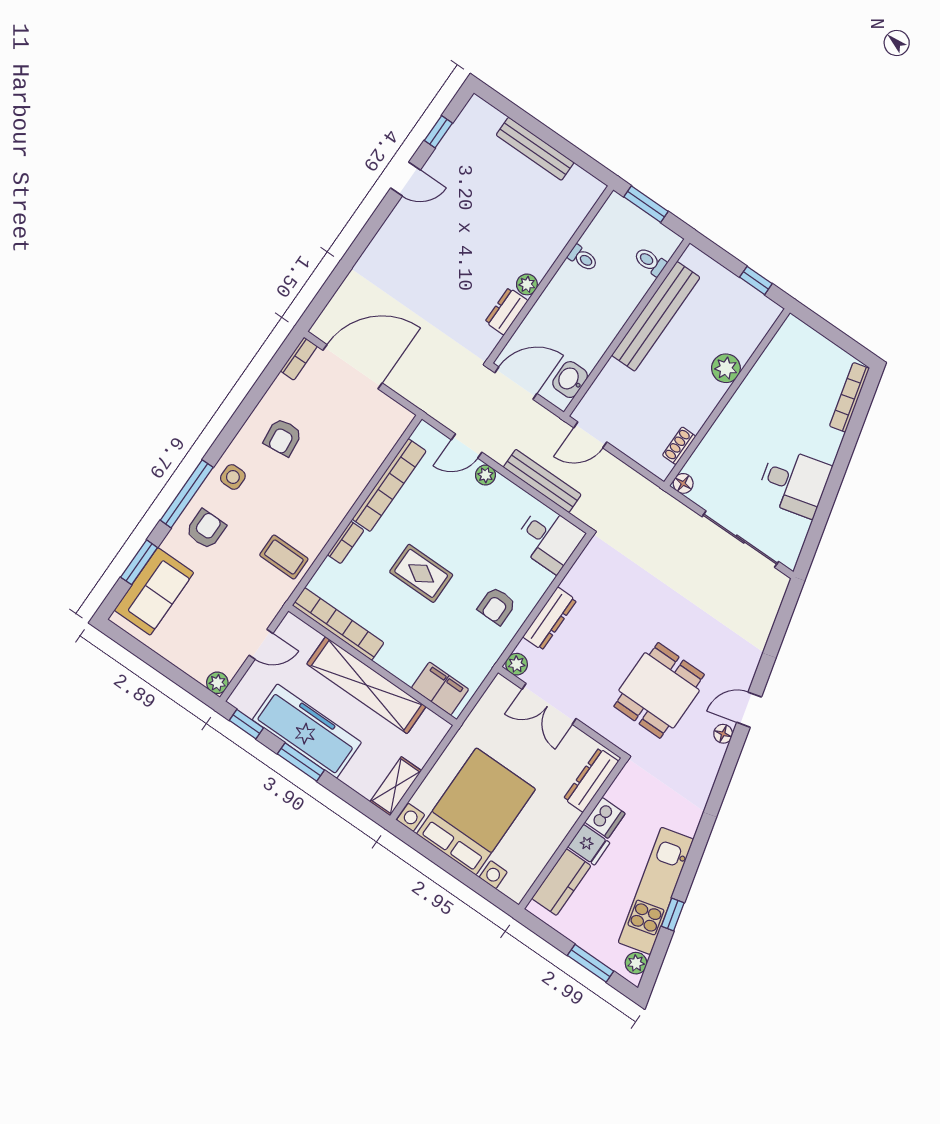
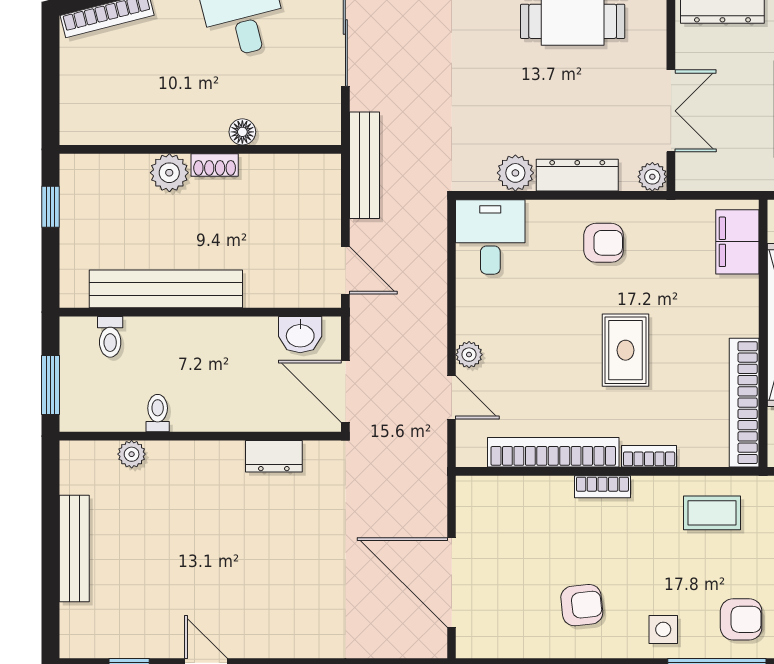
plant: (527, 284) -> (132, 454), moved
bookcase: (299, 359) -> (602, 487), moved, turned 180
shoe rack: (679, 446) -> (215, 165), moved
bench: (542, 481) -> (364, 165), moved
floor lamp: (683, 483) -> (242, 132), moved
armchair: (206, 529) -> (741, 619), turned 180
coffee table: (284, 557) -> (712, 513), turned 90
plant: (578, 581) -> (515, 173), added

